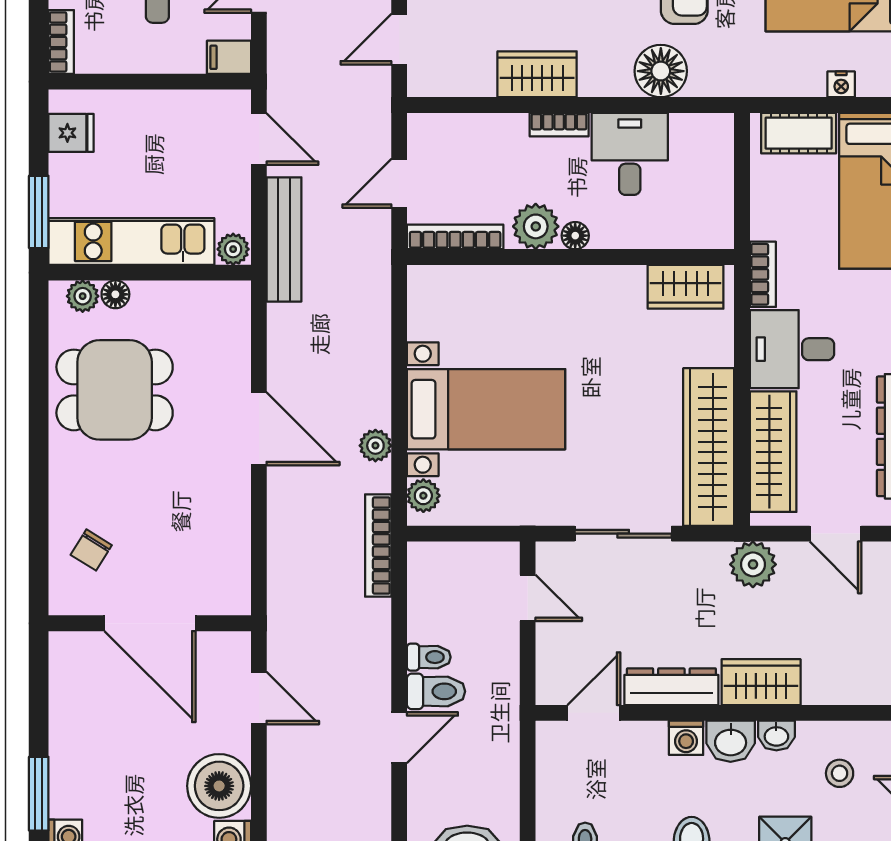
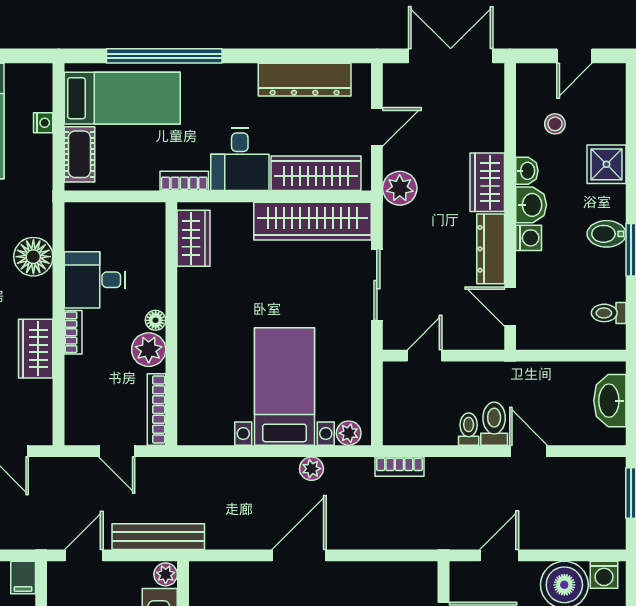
bookcase: (378, 546) -> (399, 467), width x0.64

